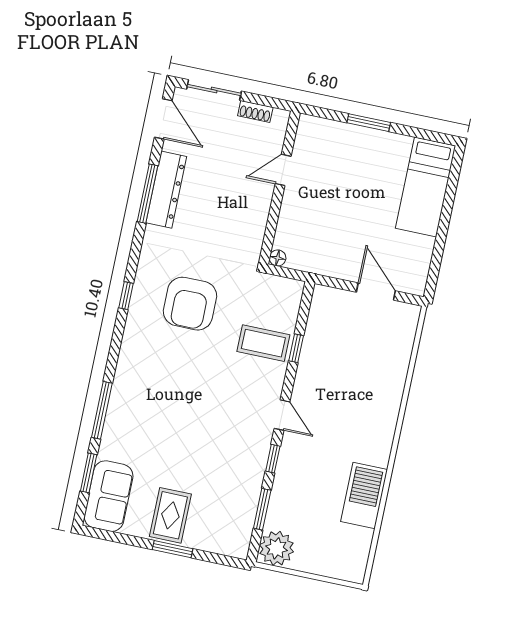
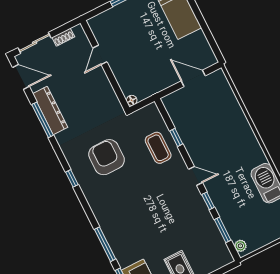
armchair: (190, 304) -> (107, 157), turned 180
coffee table: (263, 343) -> (158, 148), turned 90
plant: (277, 548) -> (240, 246), width x0.53, depth x0.53

